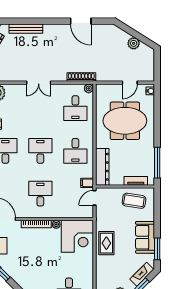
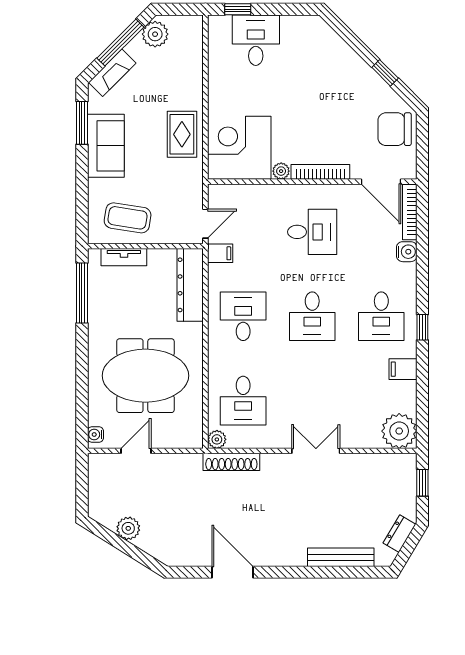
desk: (75, 108) -> (243, 401), turned 180
desk: (40, 194) -> (312, 232), turned -90

